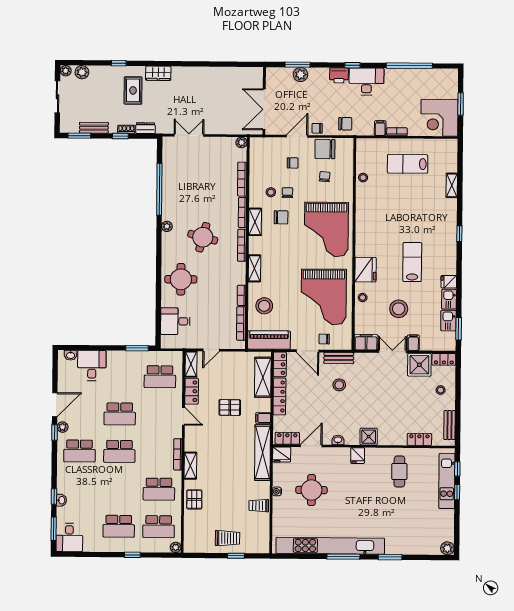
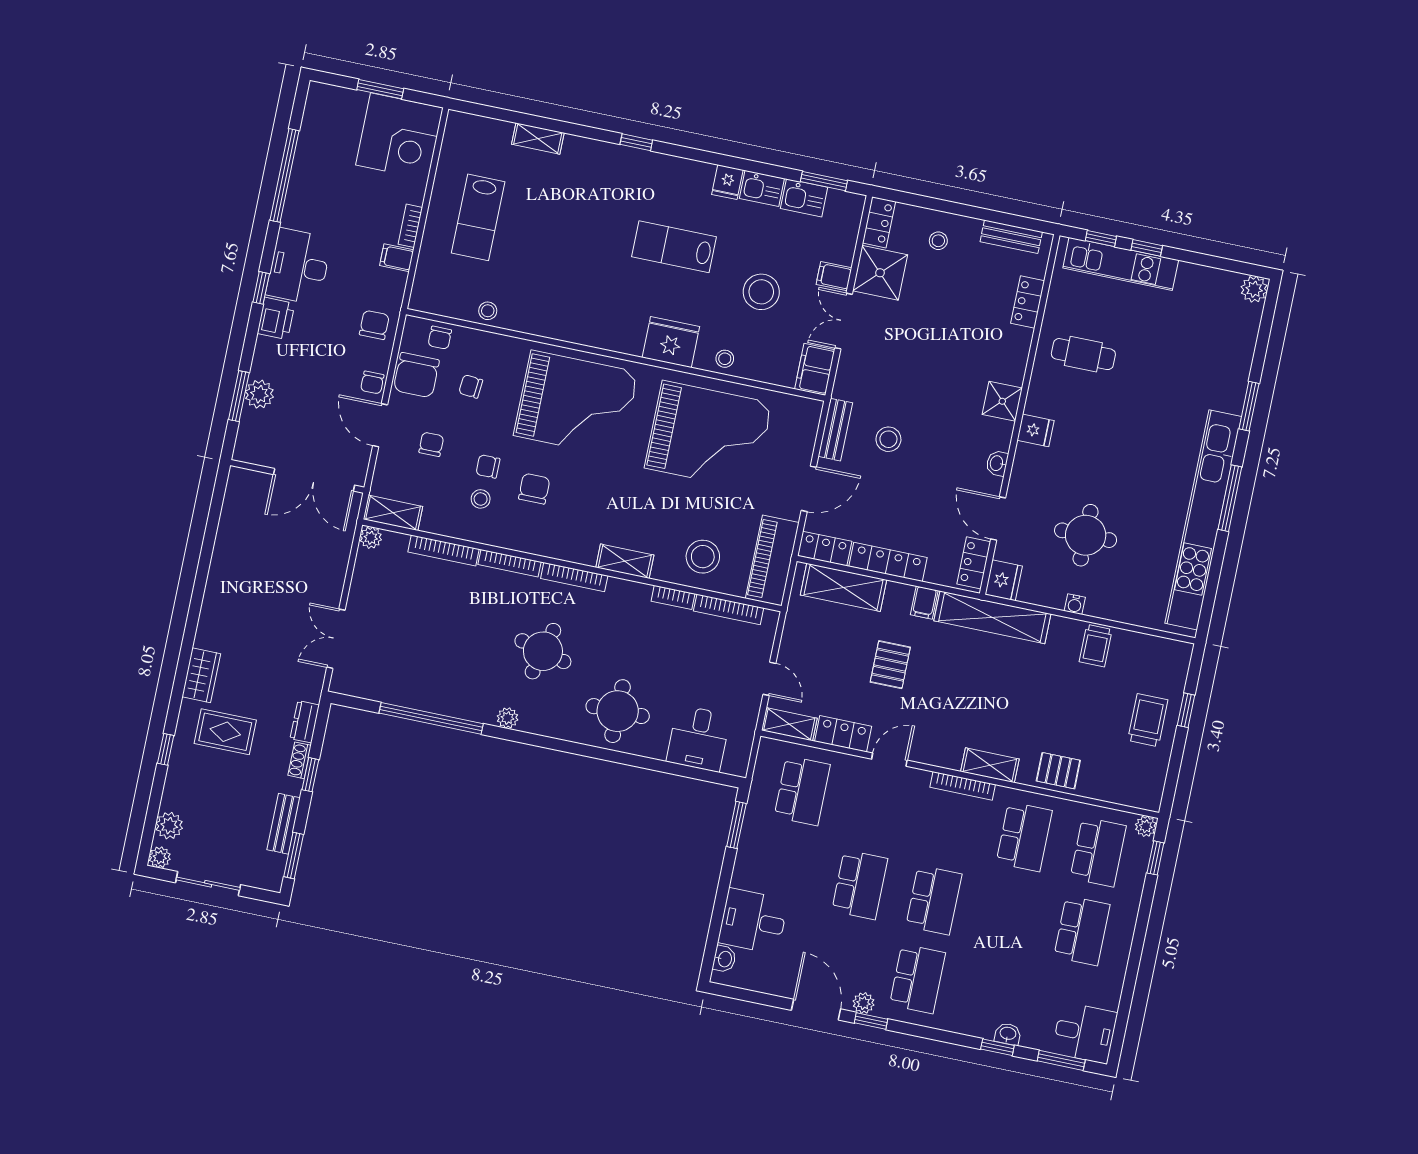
shelving: (255, 222) -> (393, 513), moved
chair: (324, 339) -> (440, 338), moved
window: (132, 555) -> (1155, 858), moved

